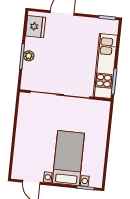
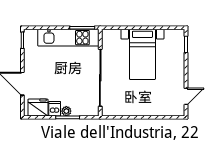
dishwasher: (33, 44) -> (55, 109), added
bed with nightstands: (68, 158) -> (142, 54), moved, turned -90

